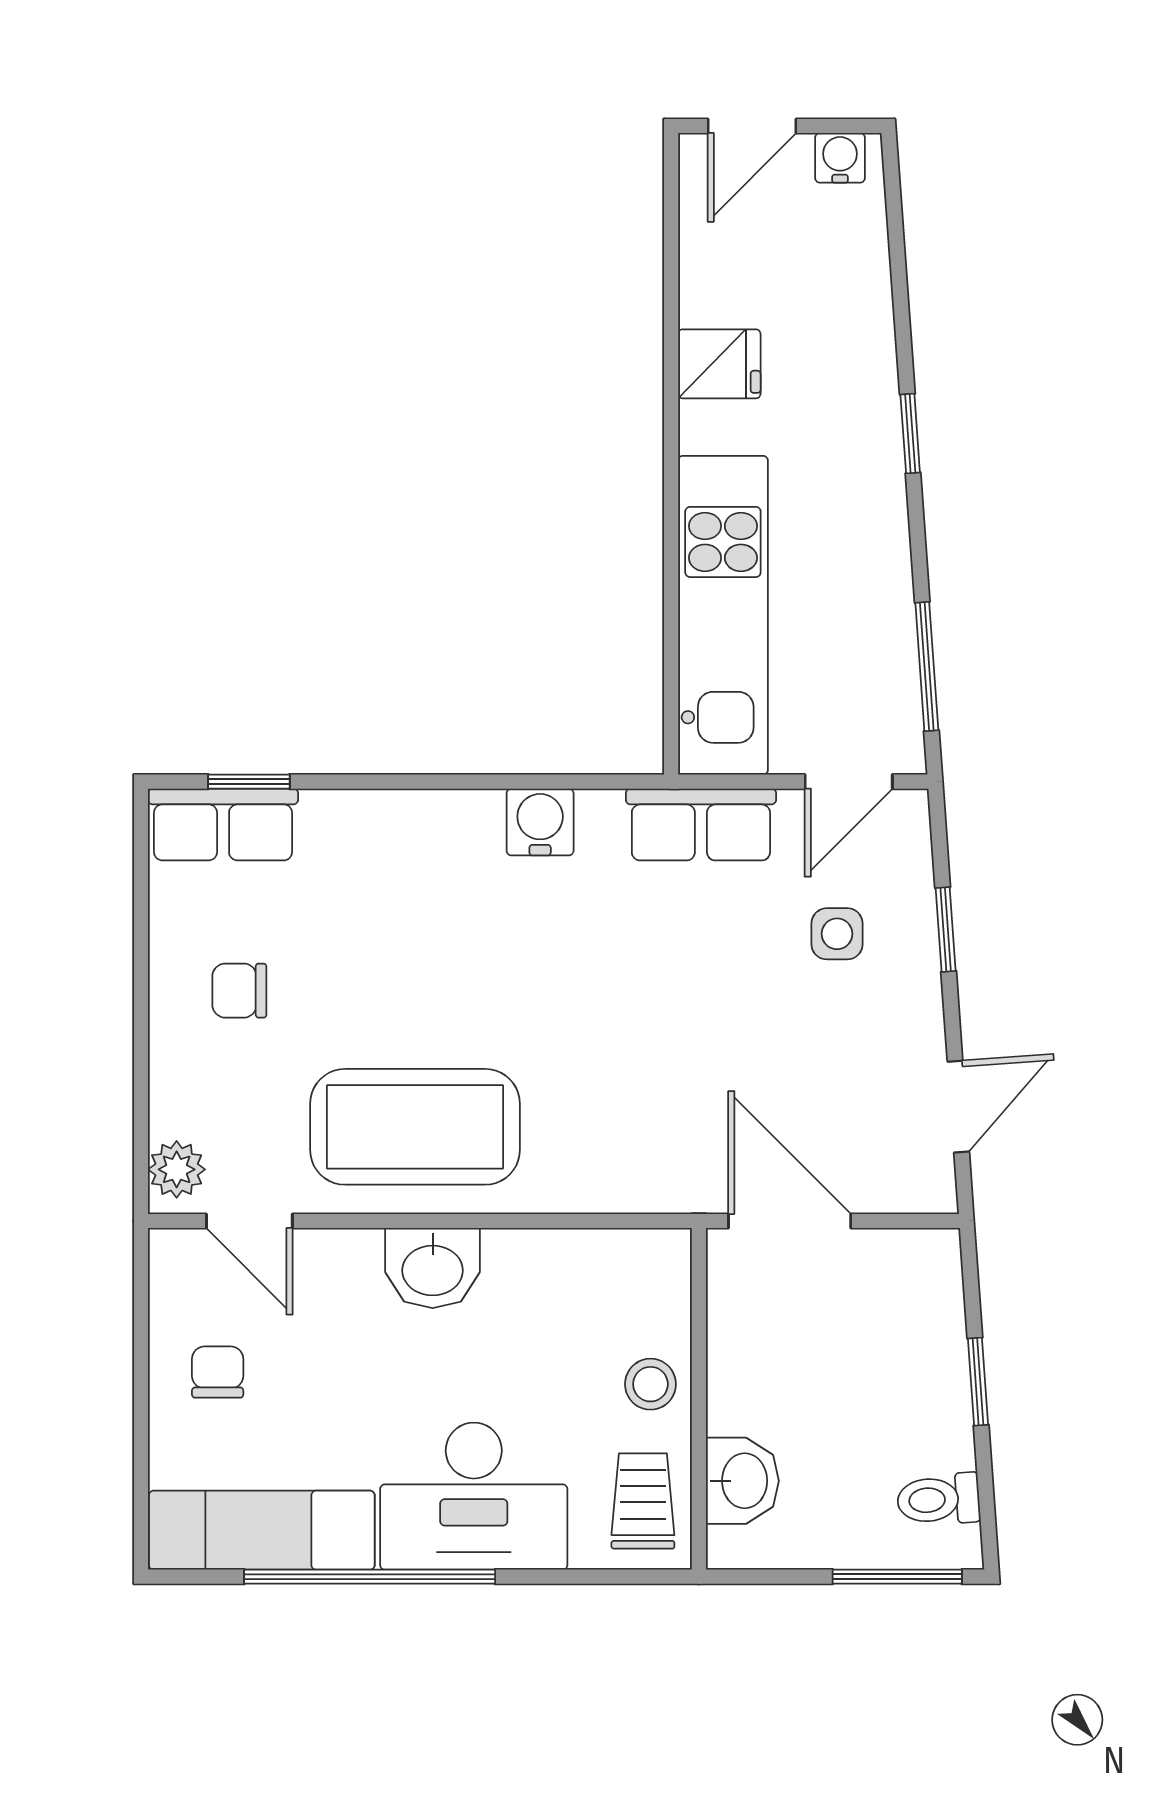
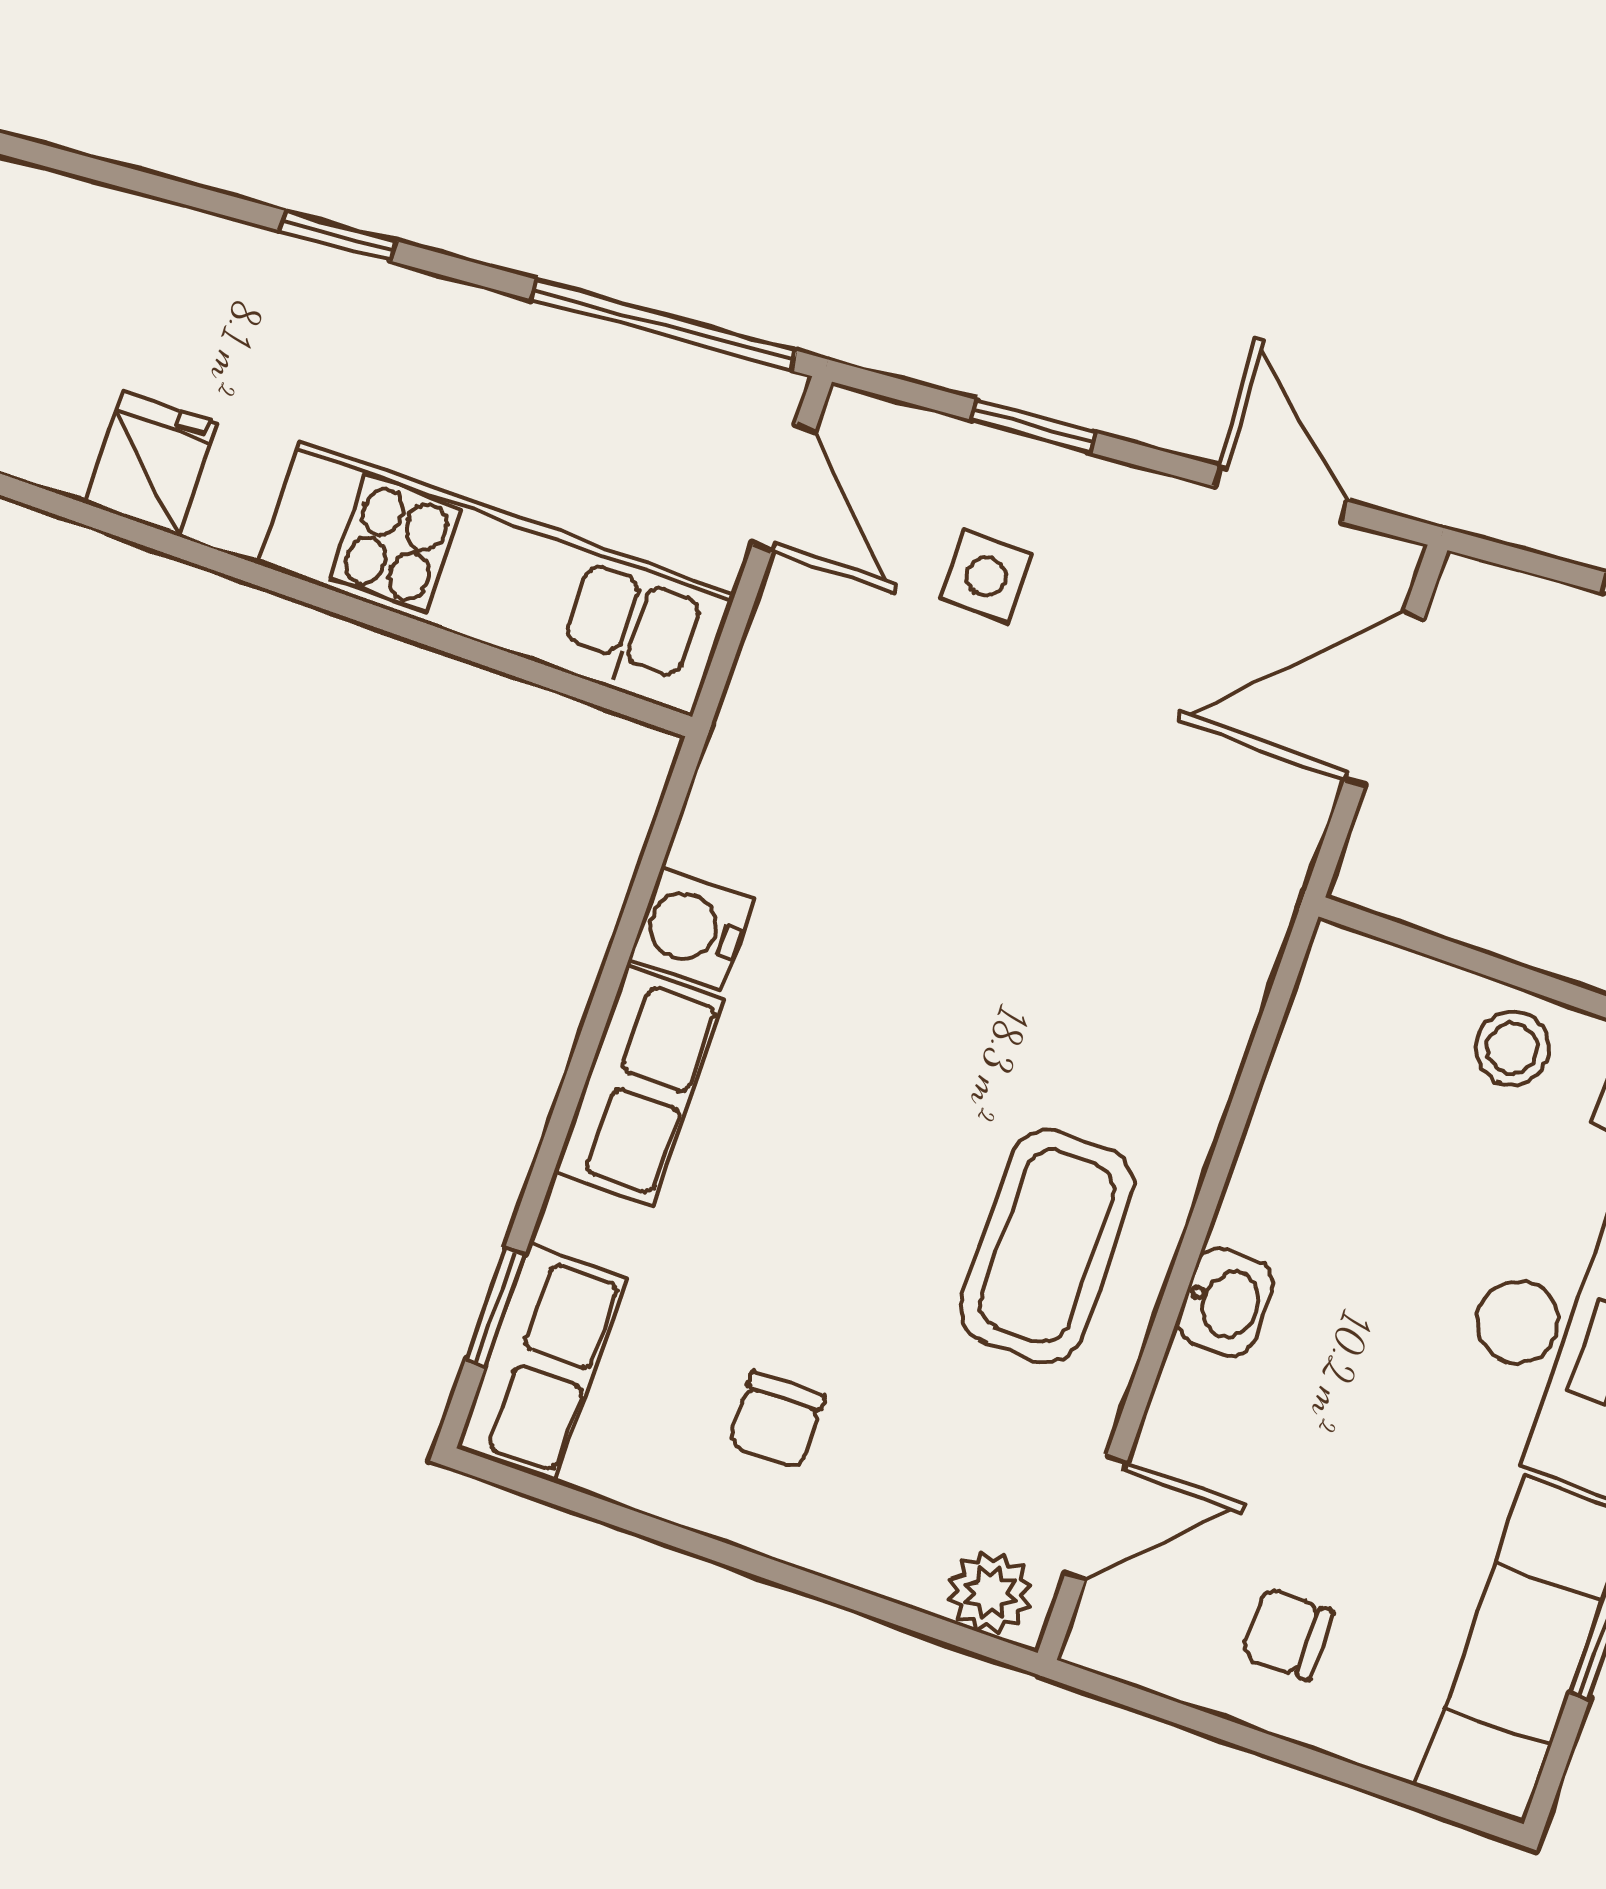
window: (927, 666) -> (664, 325), width x1.44
row of seats: (701, 825) -> (639, 1086), moved
coffee table: (415, 1127) -> (1047, 1246), width x0.73, depth x0.76
door: (790, 1221) -> (1384, 699), moved
washbasin: (433, 1268) -> (1225, 1302), width x0.72, depth x0.69

